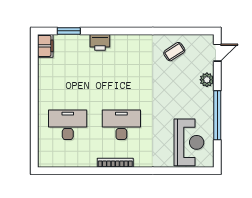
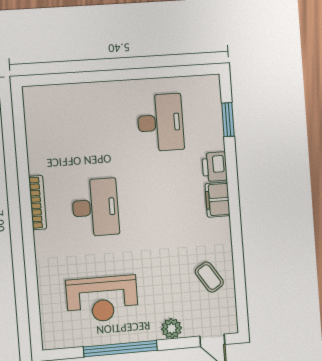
filing cabinet: (45, 46) -> (218, 200), moved, turned 90
desk: (68, 125) -> (160, 123), moved
reception desk: (189, 142) -> (102, 299), moved

